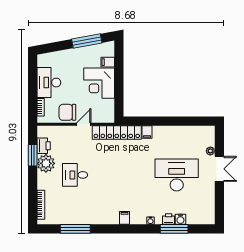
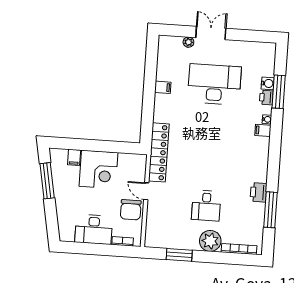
filing cabinet: (147, 132) -> (163, 87), moved
printer: (44, 146) -> (258, 192), moved, turned -90
plant: (46, 163) -> (210, 241), moved
desk: (177, 175) -> (214, 84), turned 90
filing cabinet: (125, 218) -> (263, 130), moved

